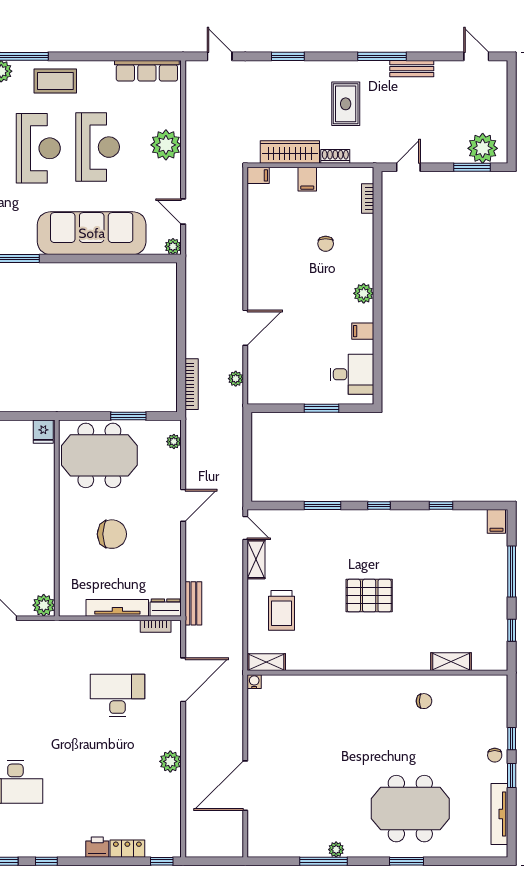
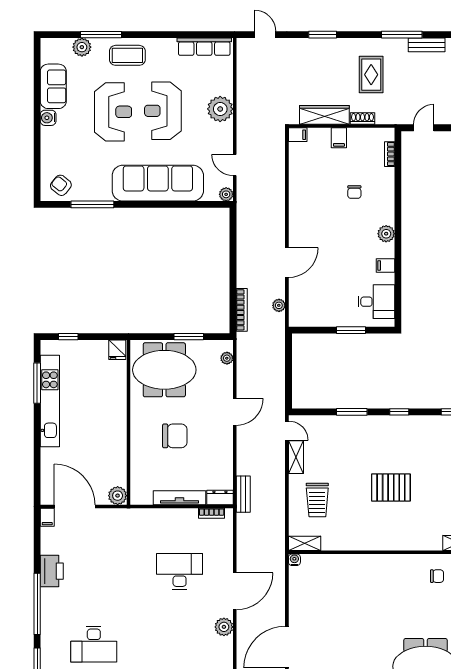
reception desk: (98, 147) -> (163, 111), turned 180
door: (183, 680) -> (235, 591), moved

